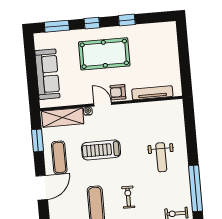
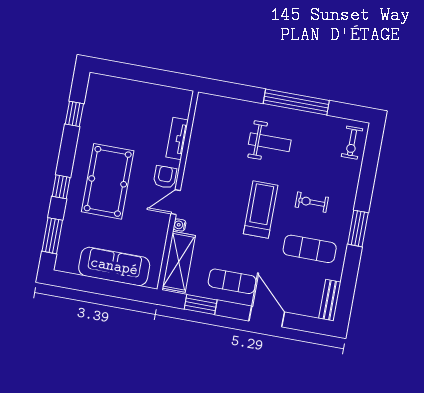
window: (127, 20) -> (74, 114), moved
armchair: (118, 92) -> (165, 177), turned 180
tv unit: (152, 93) -> (177, 138), width x0.71
treadmill: (101, 150) -> (261, 210), moved, turned 180
window: (195, 188) -> (296, 102), moved

